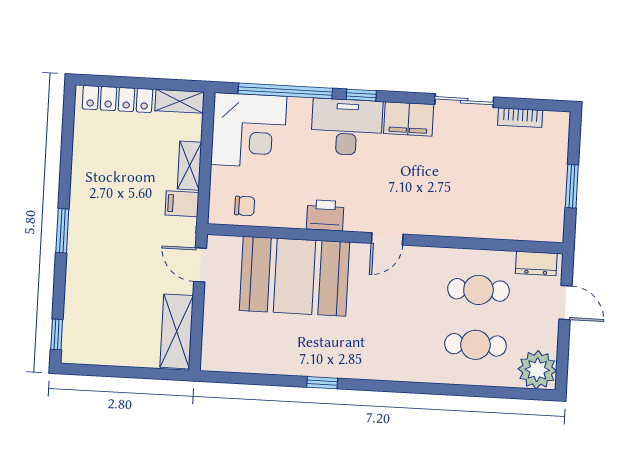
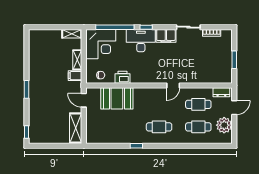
locker: (117, 99) -> (46, 34), removed
printer: (325, 215) -> (122, 77), moved
door: (387, 239) -> (173, 85), moved
booth: (295, 276) -> (117, 98), width x0.73, depth x0.70
door: (566, 303) -> (234, 108), hinge flipped
cafe table: (380, 340) -> (159, 127), added
plant: (537, 370) -> (224, 125), moved

